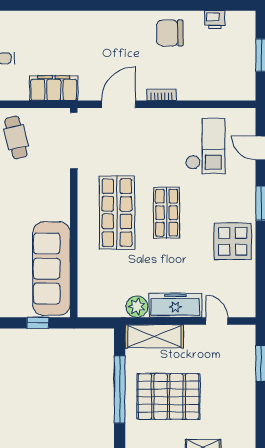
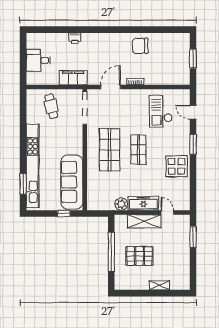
printer: (215, 20) -> (75, 38), moved
checkout: (205, 146) -> (161, 111), turned 180
shelving: (154, 336) -> (144, 221), moved
pallet: (168, 396) -> (139, 256), width x0.73, depth x0.71

